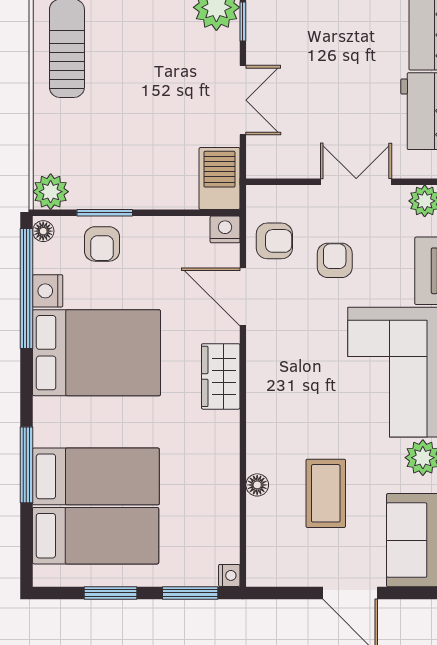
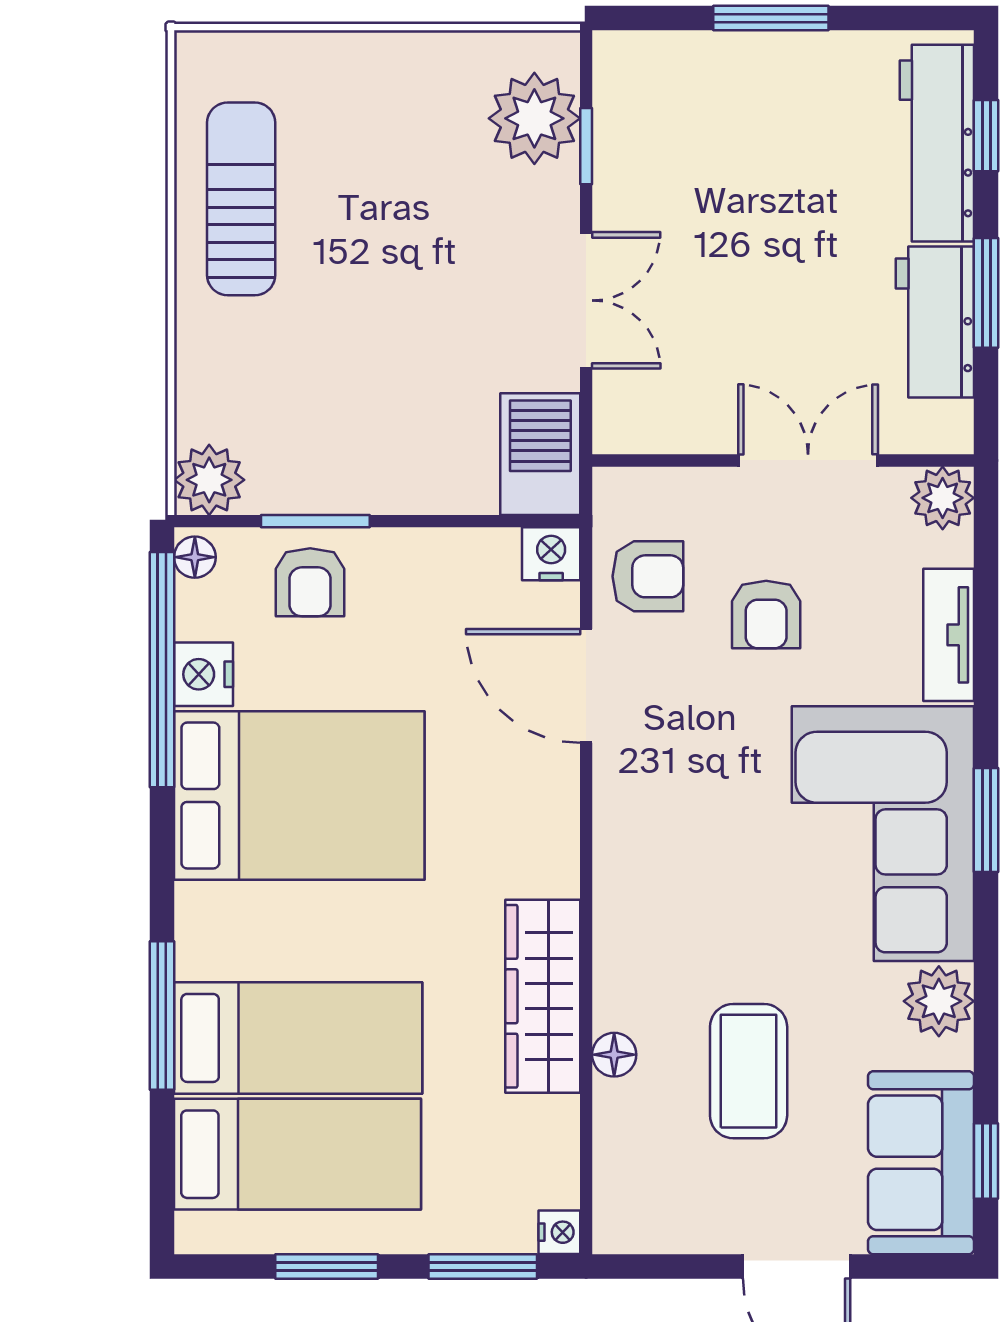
armchair: (335, 260) -> (766, 614), turned 180
wardrobe: (221, 376) -> (543, 996), moved, width x1.50

